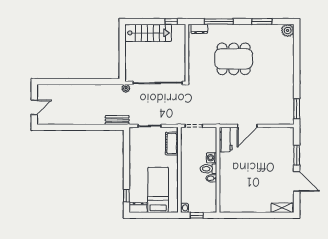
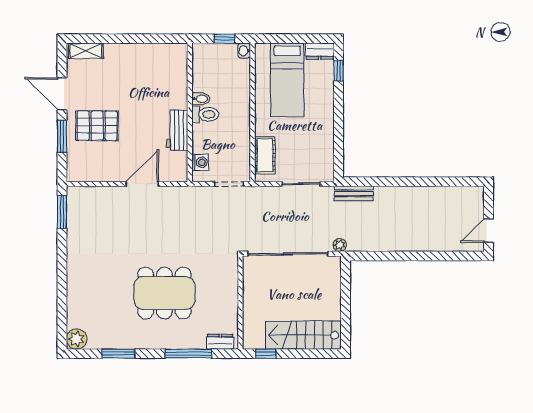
door: (34, 107) -> (489, 231), moved
workbench: (226, 140) -> (177, 130), moved
washing machine: (212, 158) -> (200, 162), moved
pallet: (275, 162) -> (97, 126), added

